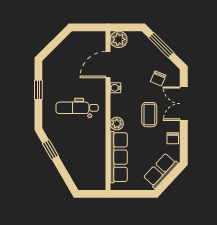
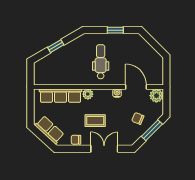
chair: (158, 78) -> (138, 118), moved
window: (50, 150) -> (56, 46), moved

